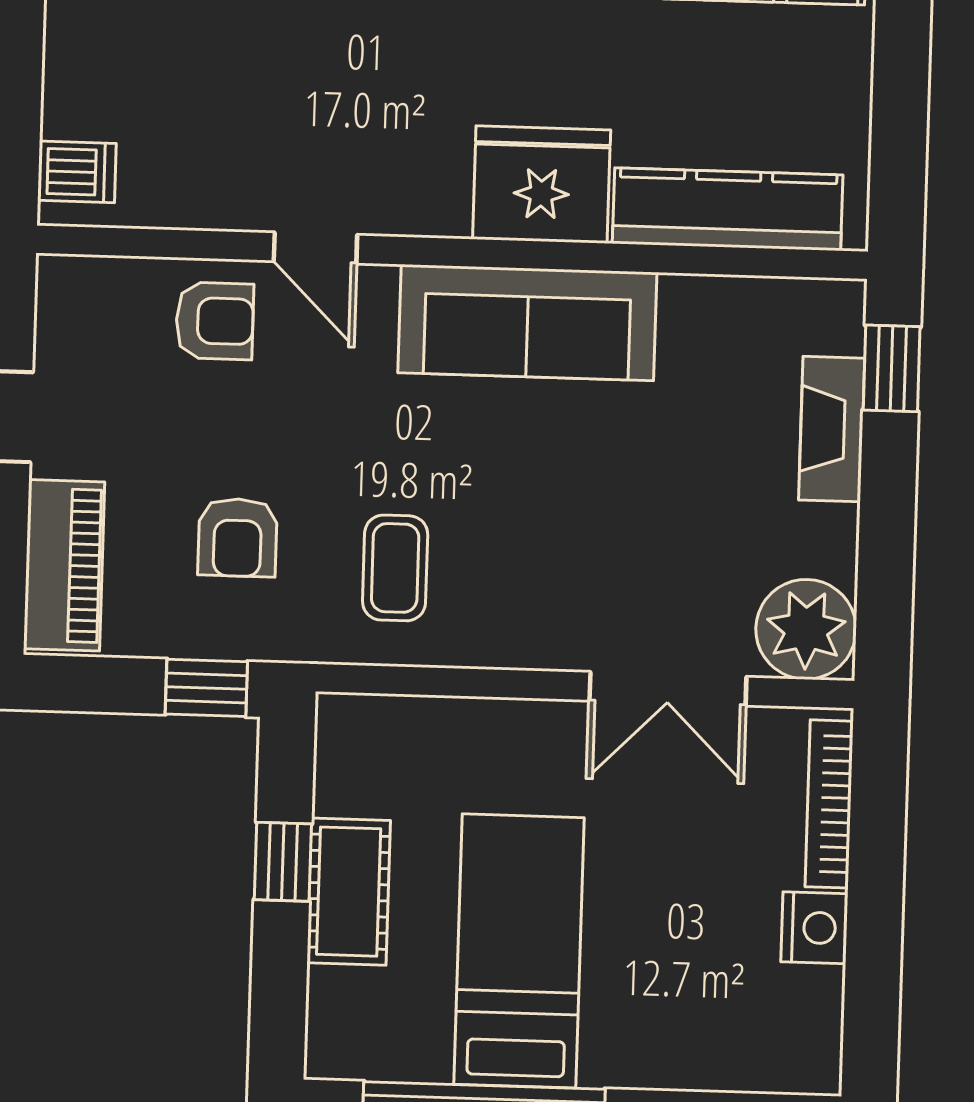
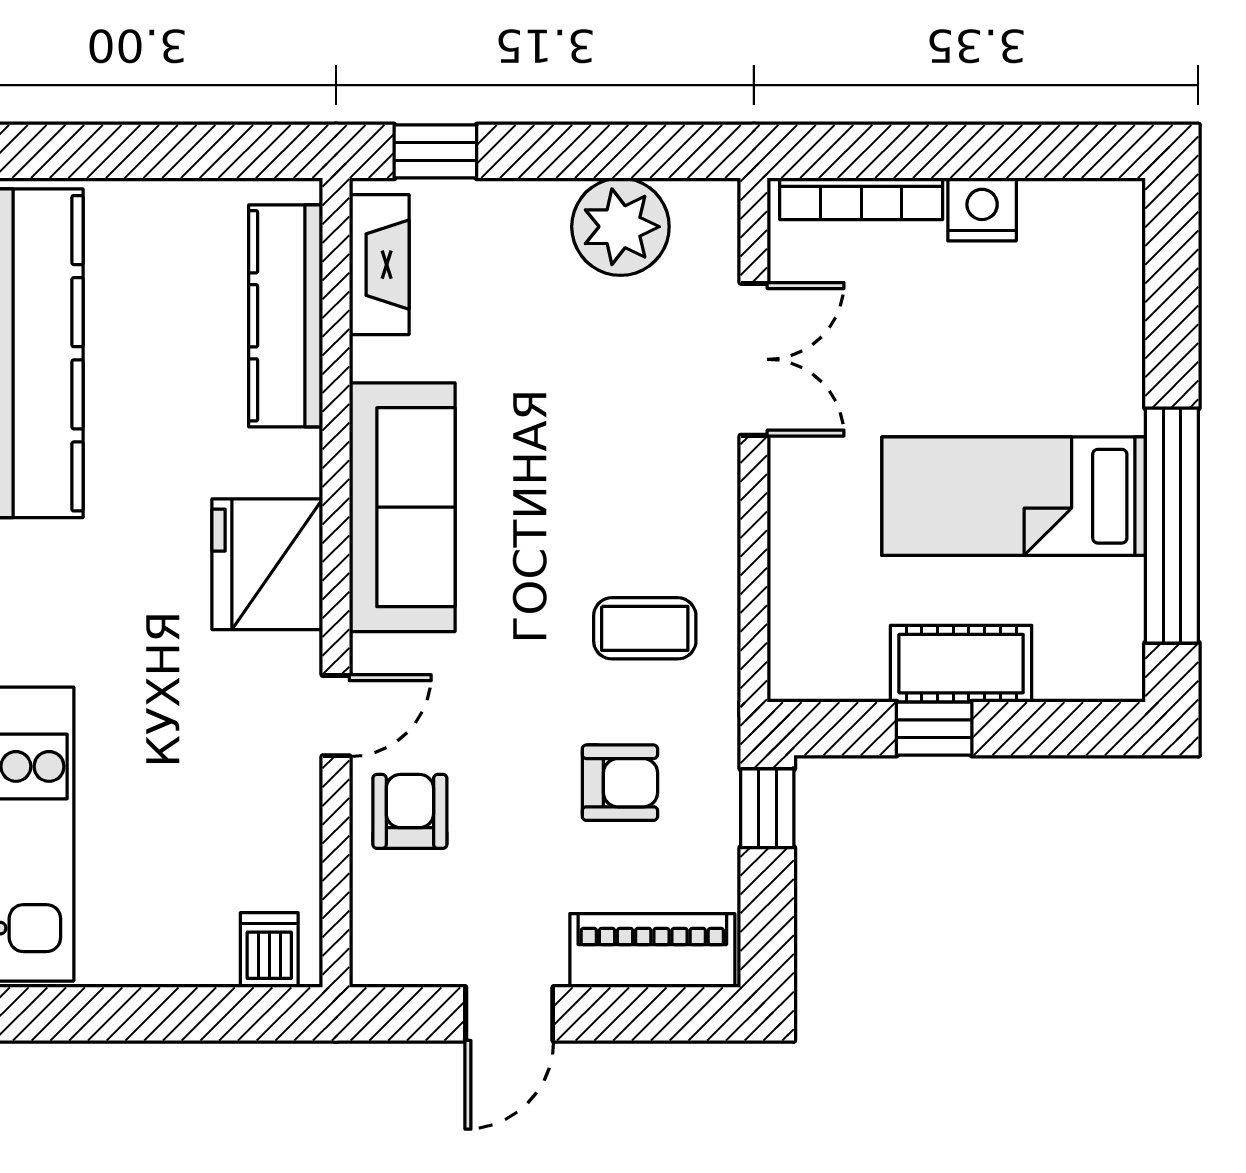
fridge: (542, 185) -> (267, 564), moved
fireplace: (832, 429) -> (379, 265), moved, turned -90
plant: (806, 629) -> (620, 227), moved

